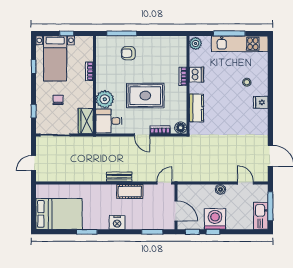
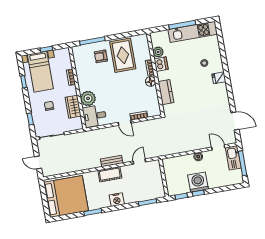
plant: (196, 43) -> (158, 52), moved
rug: (145, 96) -> (123, 55), moved, turned 90
wardrobe: (86, 121) -> (73, 107), moved
floor lamp: (181, 128) -> (150, 81), moved
door: (34, 163) -> (38, 162), hinge flipped
door: (164, 183) -> (139, 162), moved
cot: (130, 191) -> (110, 174), moved
door: (176, 211) -> (164, 181), removed
bed: (59, 214) -> (66, 196), width x1.36
kitchen sink: (261, 216) -> (233, 158), moved

